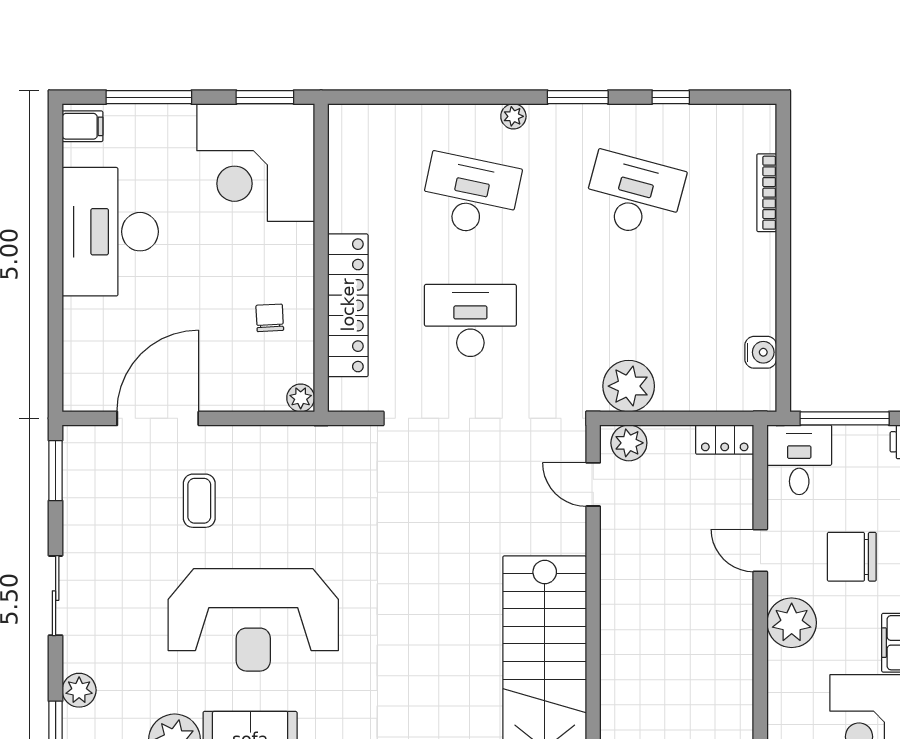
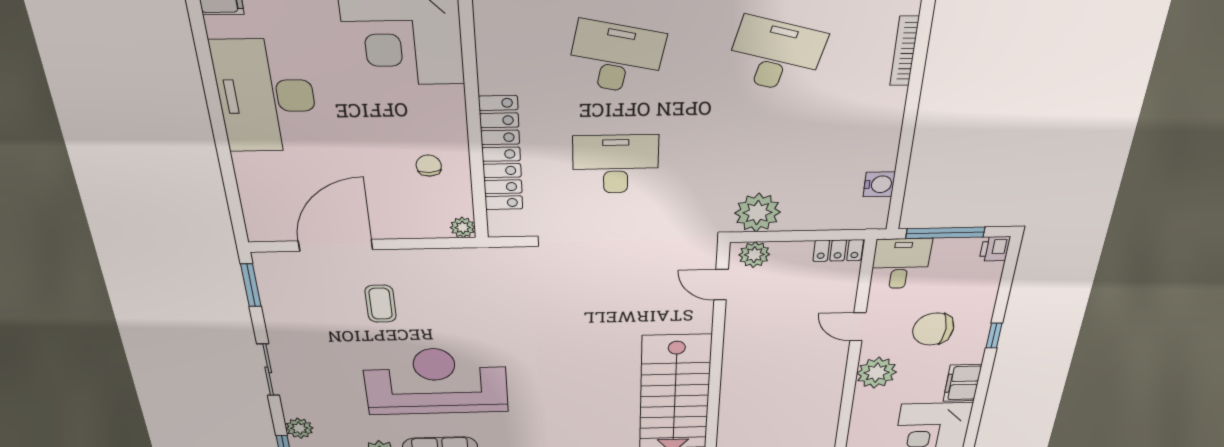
reception desk: (253, 620) -> (436, 381), turned 180

